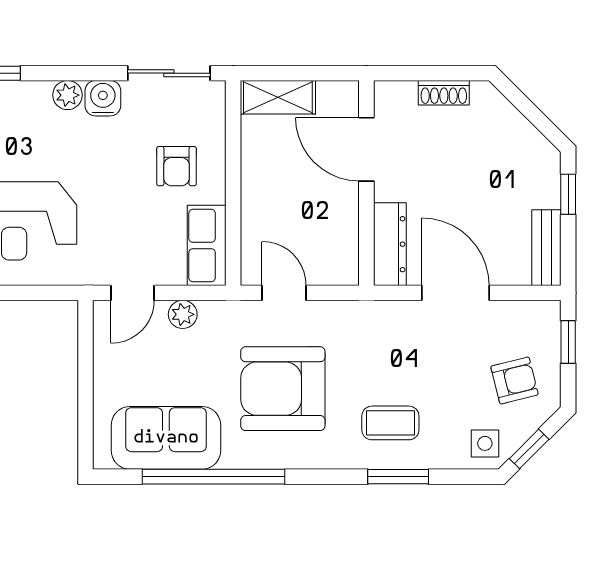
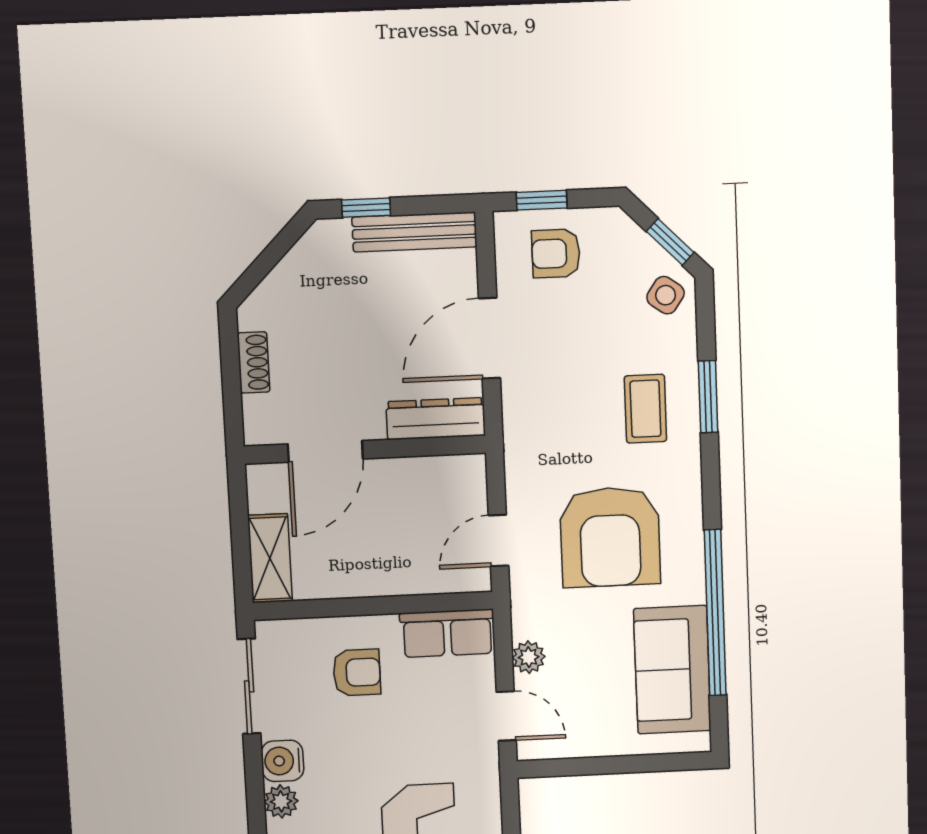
bench: (546, 248) -> (414, 232), width x1.36
armchair: (515, 380) -> (556, 253), moved, turned -76
side table: (485, 443) -> (666, 295), turned 35

